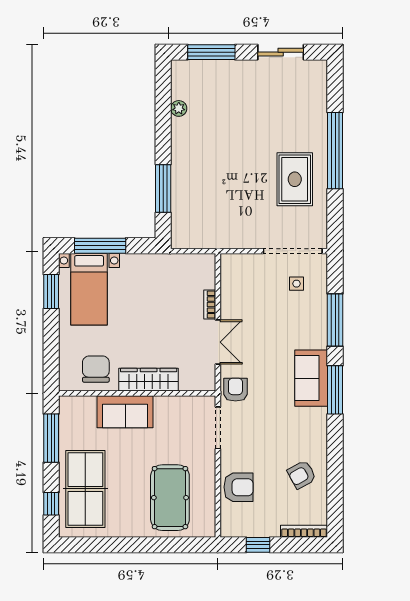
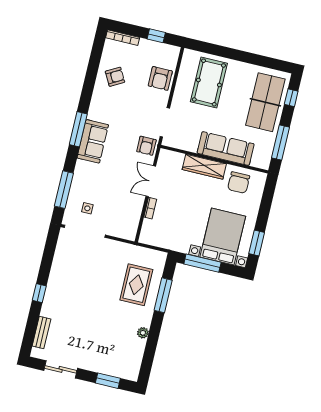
window: (211, 52) -> (108, 381), width x0.69
bench: (319, 97) -> (41, 332), added
plant: (179, 108) -> (143, 333), moved
window: (335, 151) -> (39, 293), width x0.32
rug: (295, 179) -> (136, 285), moved
window: (100, 246) -> (202, 263), moved
bed with nightstands: (89, 289) -> (223, 237), width x1.36
window: (335, 320) -> (64, 190), moved
sofa: (125, 412) -> (226, 149), width x1.36
armchair: (239, 487) -> (160, 78), turned -90

